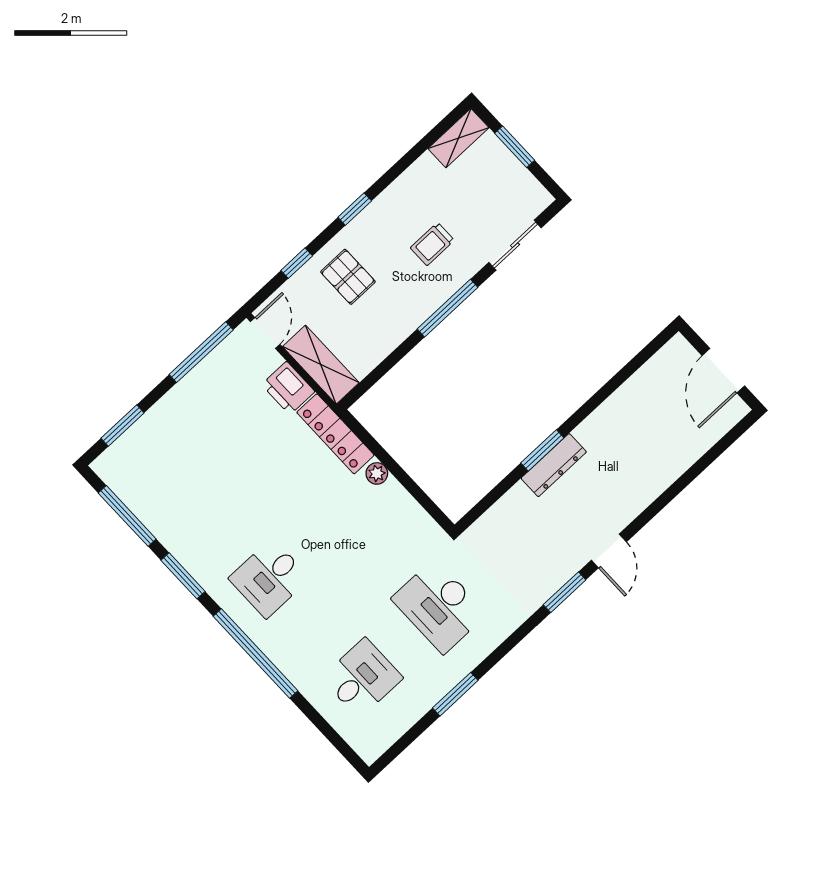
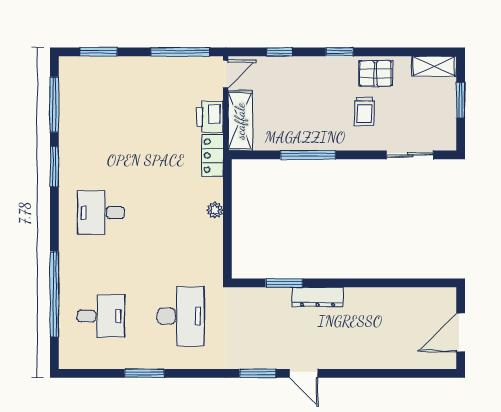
trolley: (432, 244) -> (365, 111), turned -90
pallet: (348, 277) -> (376, 73), moved, turned 90
window: (447, 308) -> (308, 155), moved
locker: (335, 434) -> (212, 156), width x0.66
window: (542, 450) -> (284, 283), moved
door: (609, 551) -> (304, 373), hinge flipped
desk: (439, 606) -> (181, 316), turned 180
window: (255, 654) -> (54, 294), moved

